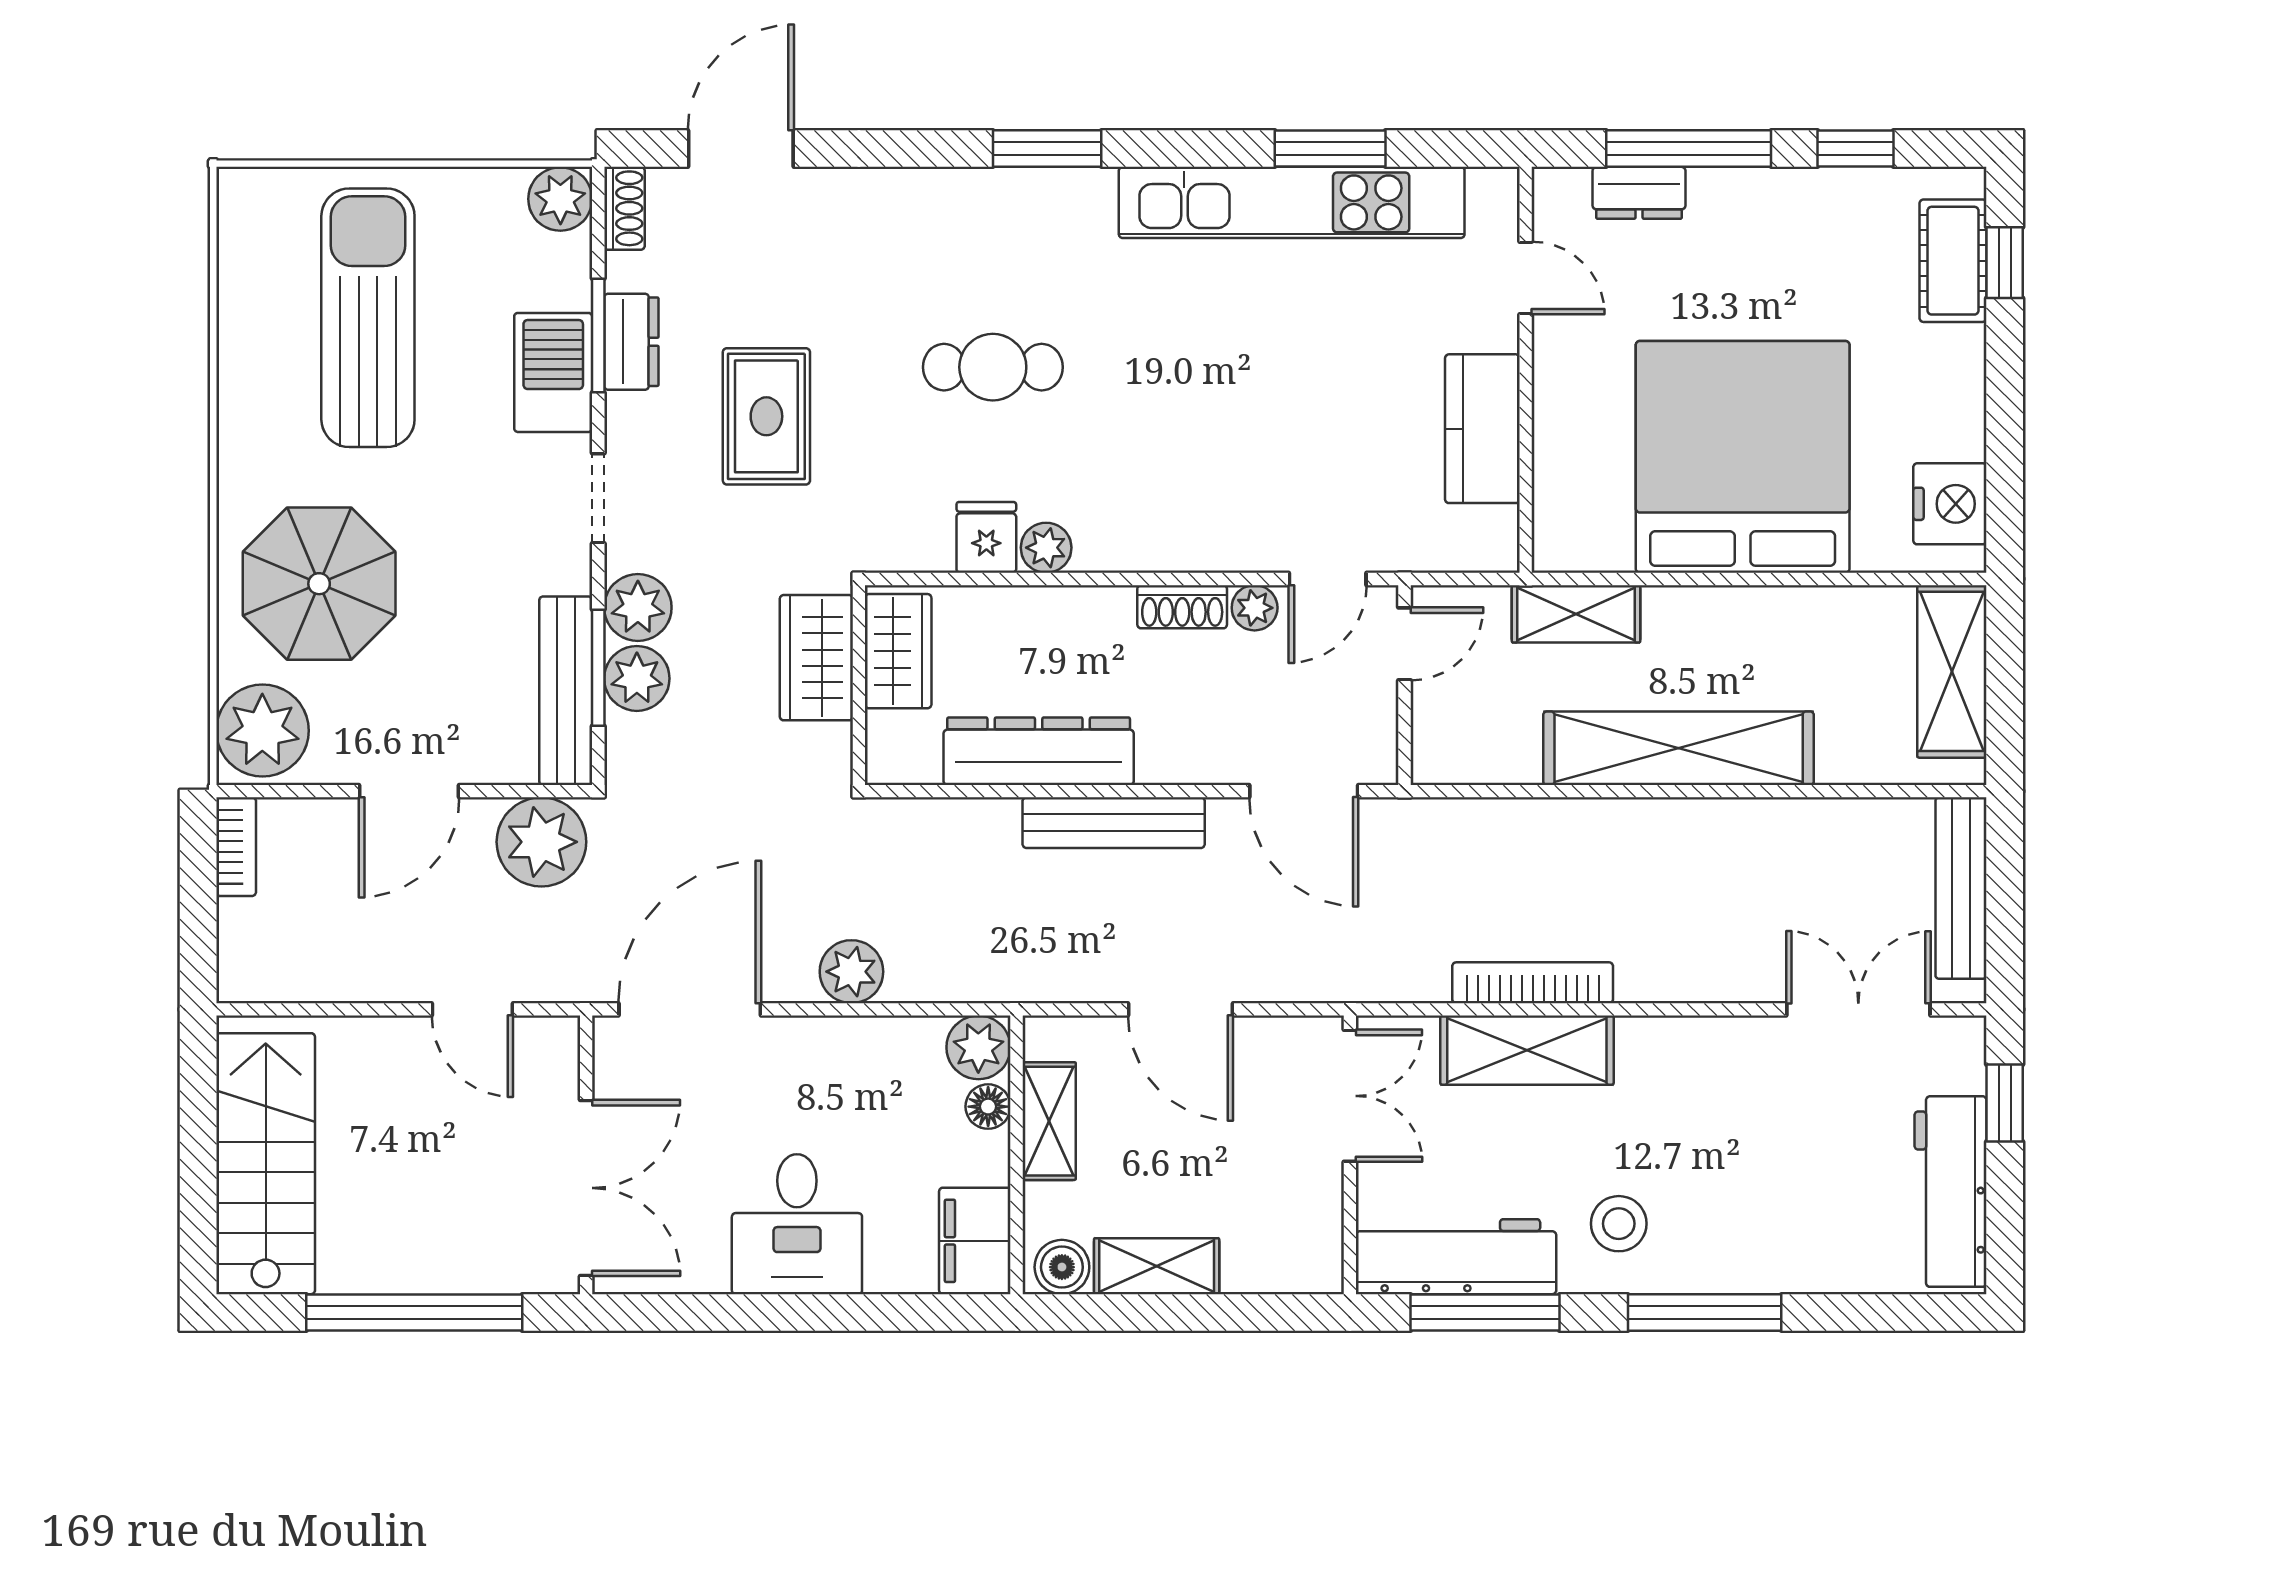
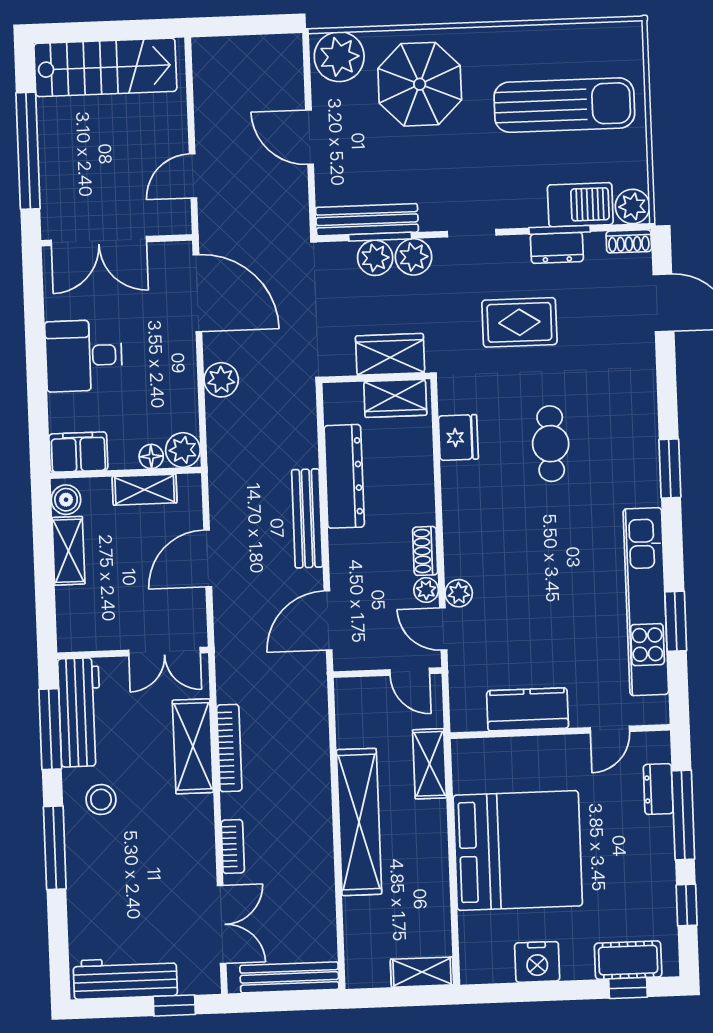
barbecue: (553, 372) -> (580, 205), moved
nightstand: (1950, 504) -> (537, 962), moved
fridge: (986, 537) -> (458, 437), width x1.38
plant: (1046, 548) -> (459, 593), moved
shelving: (1952, 671) -> (422, 972), width x0.67, depth x0.75
plant: (541, 842) -> (285, 210), removed
bookcase: (236, 847) -> (233, 847), moved, turned -90

